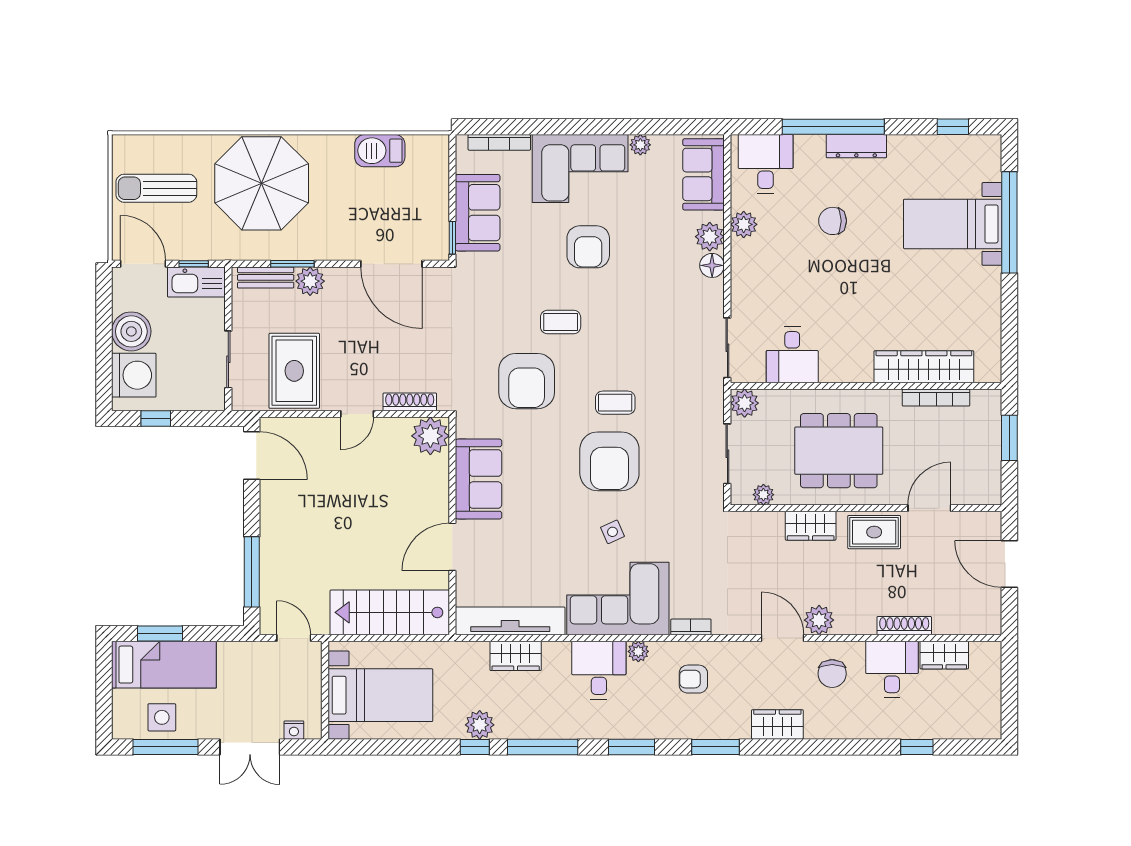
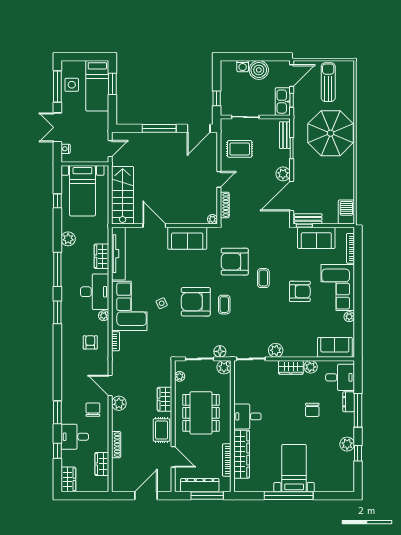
window: (833, 127) -> (358, 410), width x0.68
window: (953, 127) -> (358, 453), moved
dresser: (856, 146) -> (349, 402), moved, width x0.70
plant: (903, 149) -> (347, 444), added
barbecue: (380, 151) -> (346, 212), moved
chair: (833, 221) -> (312, 410), turned 180
window: (1009, 222) -> (289, 496), moved
bed with nightstands: (953, 224) -> (294, 468), moved
bench: (438, 229) -> (308, 219), added
plant: (710, 237) -> (276, 350), moved
armchair: (588, 247) -> (300, 291), turned 180
floor lamp: (712, 265) -> (220, 351), moved
wardrobe: (745, 265) -> (291, 367), added
plant: (310, 281) -> (283, 174), moved
desk: (792, 355) -> (247, 416), moved
rug: (294, 371) -> (240, 149), width x0.73, depth x0.70
washing machine: (134, 375) -> (243, 66), width x0.53, depth x0.53
door: (357, 414) -> (219, 179), swing flipped
window: (156, 419) -> (217, 98), moved
plant: (430, 436) -> (212, 219), width x0.53, depth x0.53
window: (1009, 438) -> (207, 496), width x1.44
dresser: (988, 453) -> (200, 485), added
window: (252, 572) -> (159, 128), moved
door: (782, 638) -> (110, 386), swing flipped
desk: (892, 669) -> (75, 437), moved, turned 180
desk: (599, 670) -> (95, 292), width x1.37
chair: (832, 674) -> (93, 410), turned 90
wardrobe: (777, 724) -> (68, 479), moved
window: (475, 747) -> (57, 201), moved
window: (715, 747) -> (57, 412), moved

